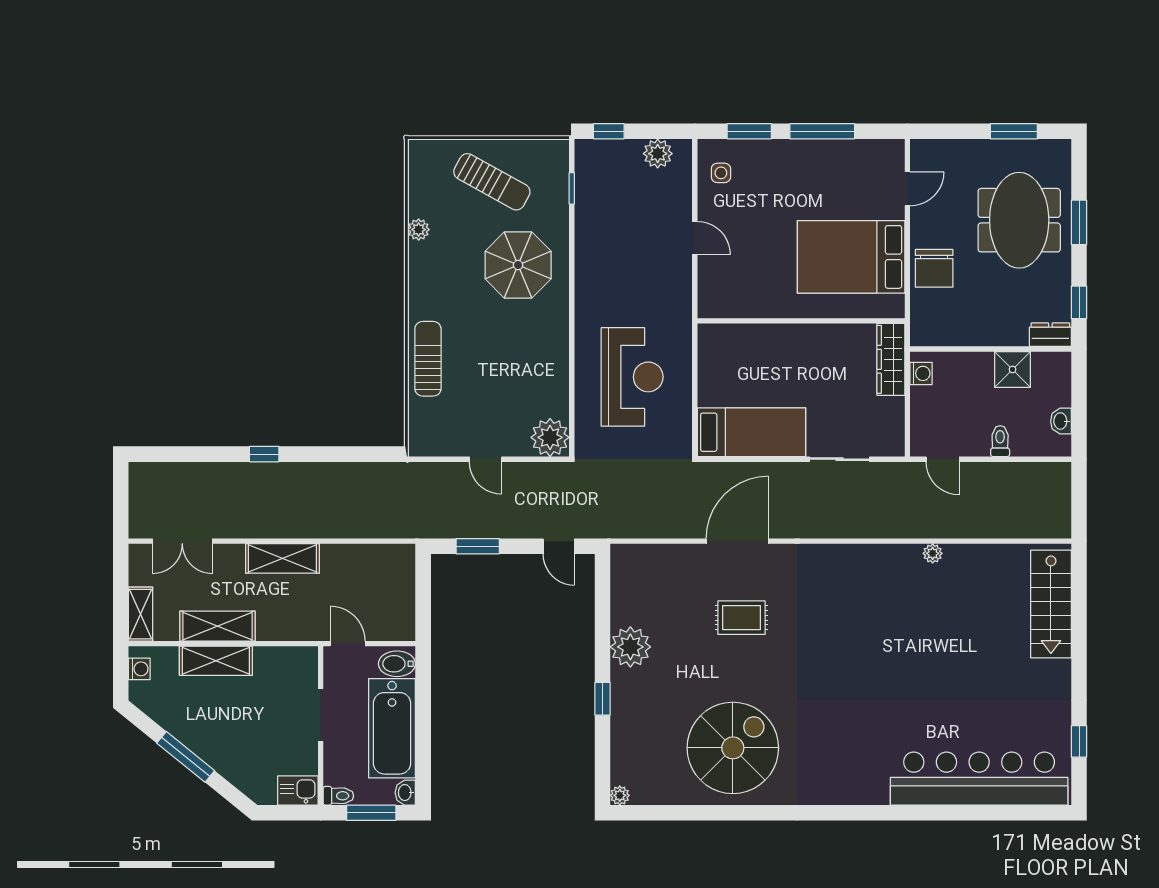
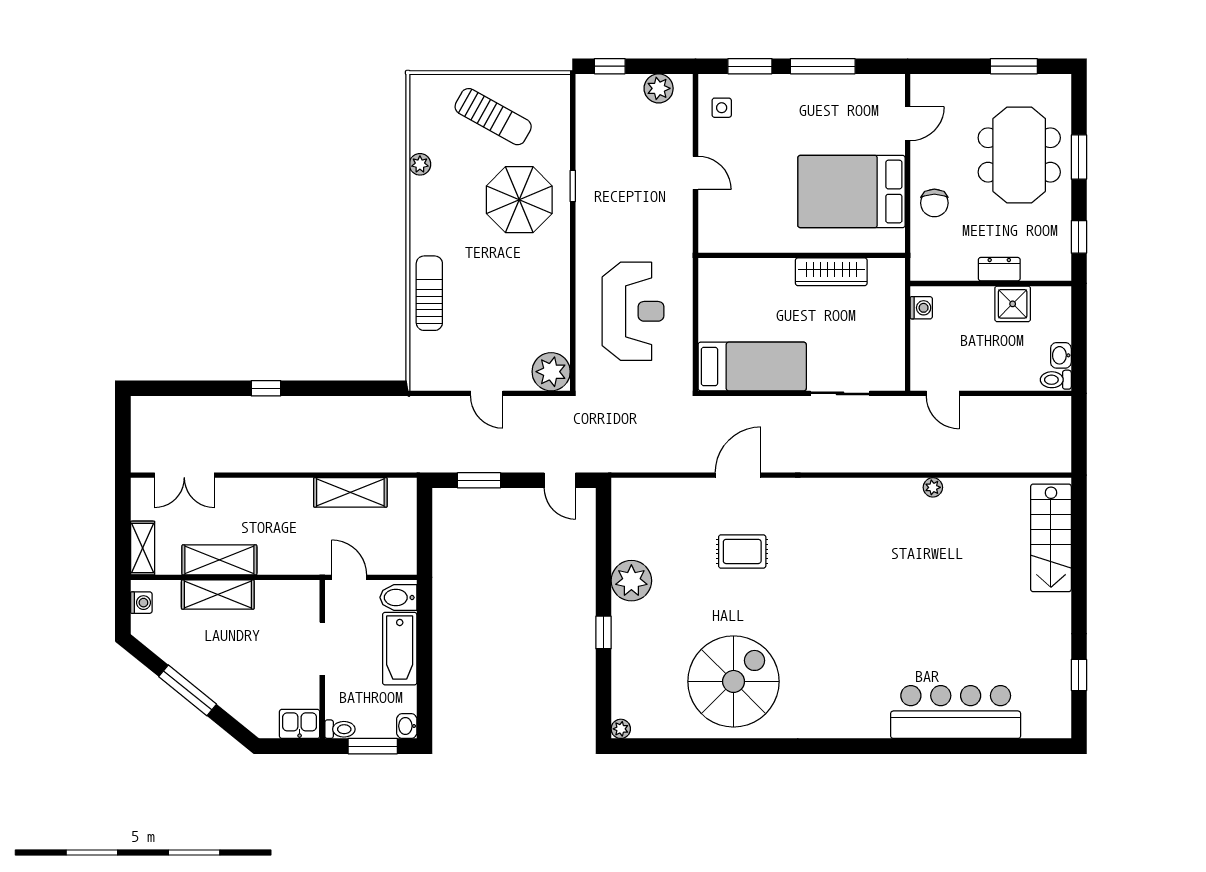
window: (572, 188) -> (573, 186), moved
chair: (934, 268) -> (934, 203), width x0.73, depth x0.73
dresser: (1050, 335) -> (999, 269), moved
wardrobe: (891, 359) -> (831, 272), moved, turned -90
toilet: (1000, 441) -> (1056, 380), moved, turned -90
door: (737, 541) -> (738, 475), width x0.73
shelving: (282, 558) -> (350, 492), moved
bathtub: (392, 728) -> (400, 649), width x0.73, depth x0.73
bar counter: (979, 779) -> (956, 712), width x0.73

